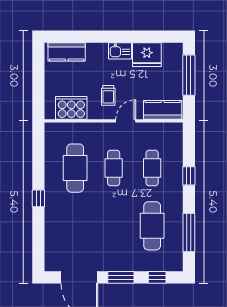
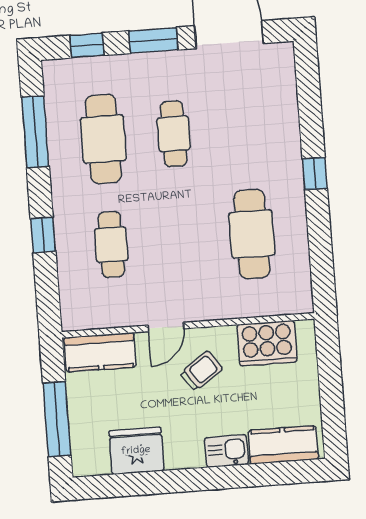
kitchen sink: (120, 51) -> (227, 451), moved
trolley: (108, 95) -> (201, 371), turned 55
cafe table: (114, 168) -> (174, 134), moved

